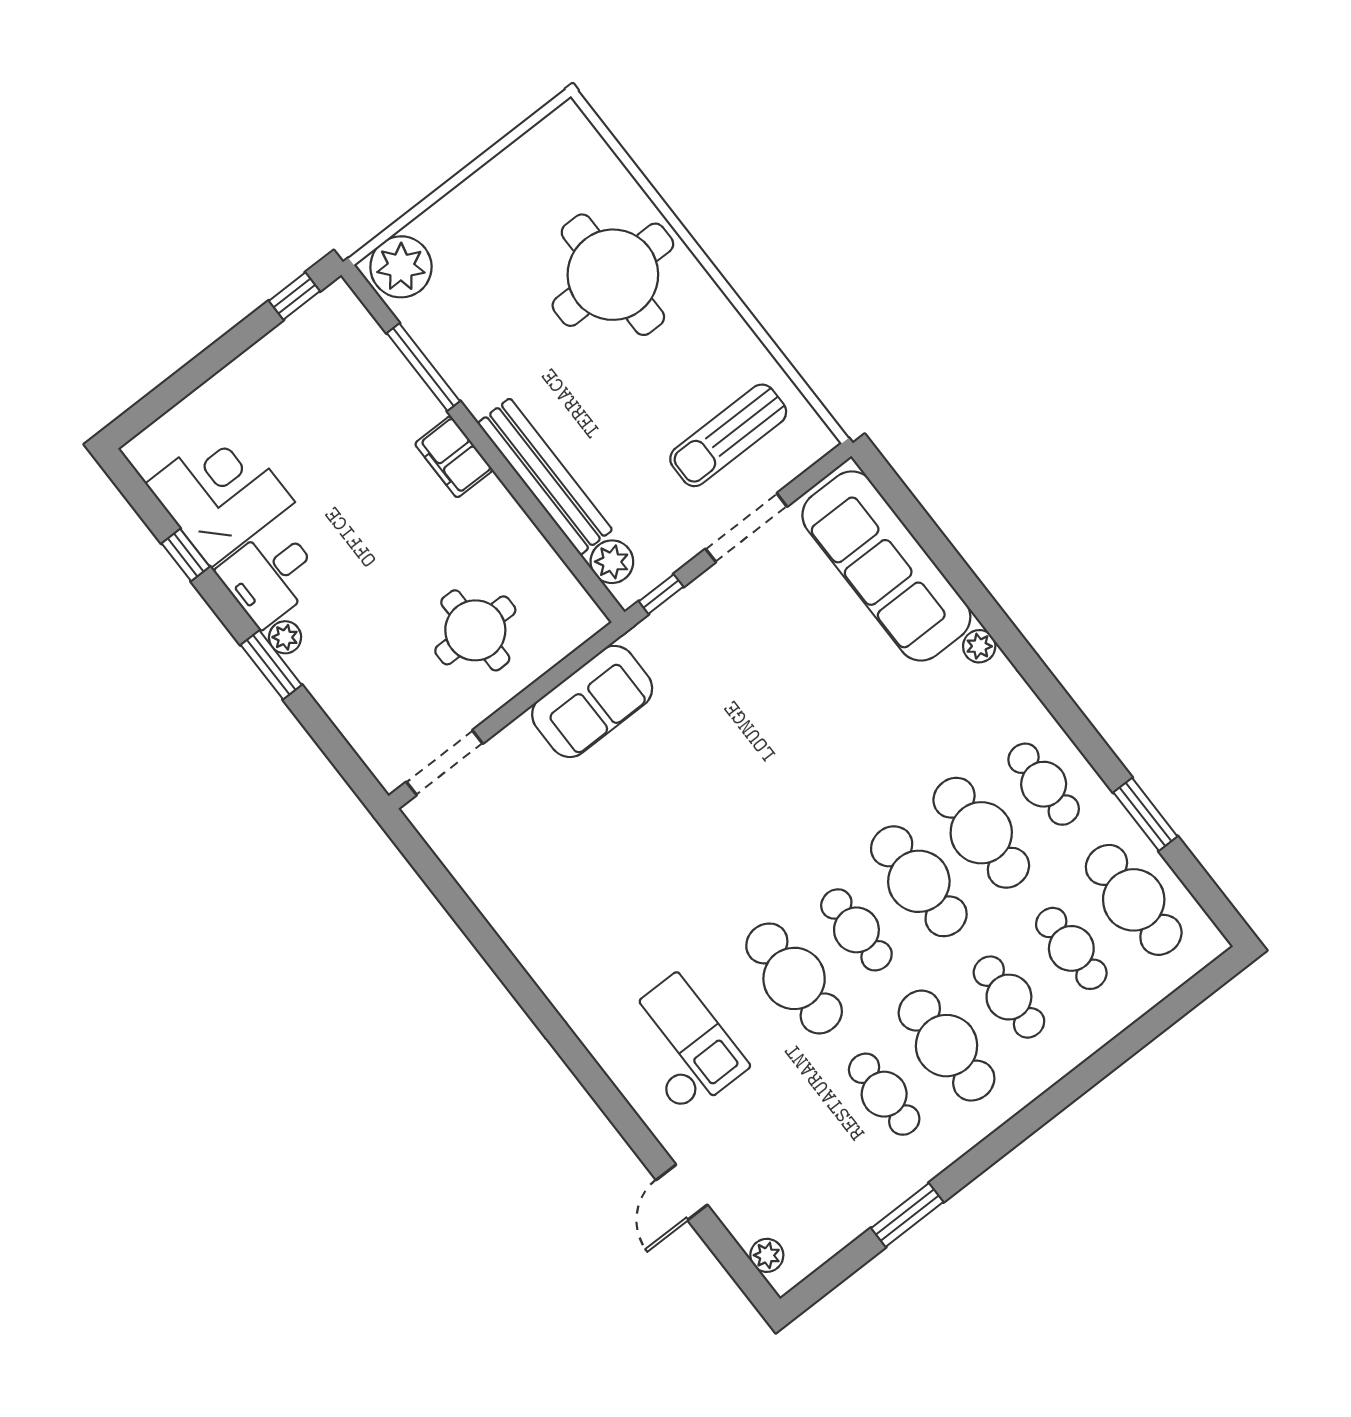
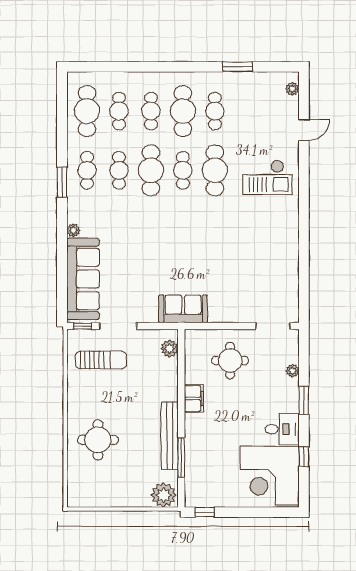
round table: (613, 275) -> (98, 440), width x0.73, depth x0.73
filing cabinet: (454, 457) -> (194, 398), moved
bench: (545, 477) -> (170, 436), moved
corner desk: (220, 493) -> (270, 476), width x1.36, depth x1.36
window: (661, 594) -> (83, 326), moved
plant: (285, 637) -> (293, 371), moved
sofa: (592, 701) -> (183, 309), moved
window: (1145, 814) -> (62, 182), moved
cafe table: (981, 833) -> (119, 170), width x0.73, depth x0.74
checkout: (681, 1045) -> (267, 177), turned -90

